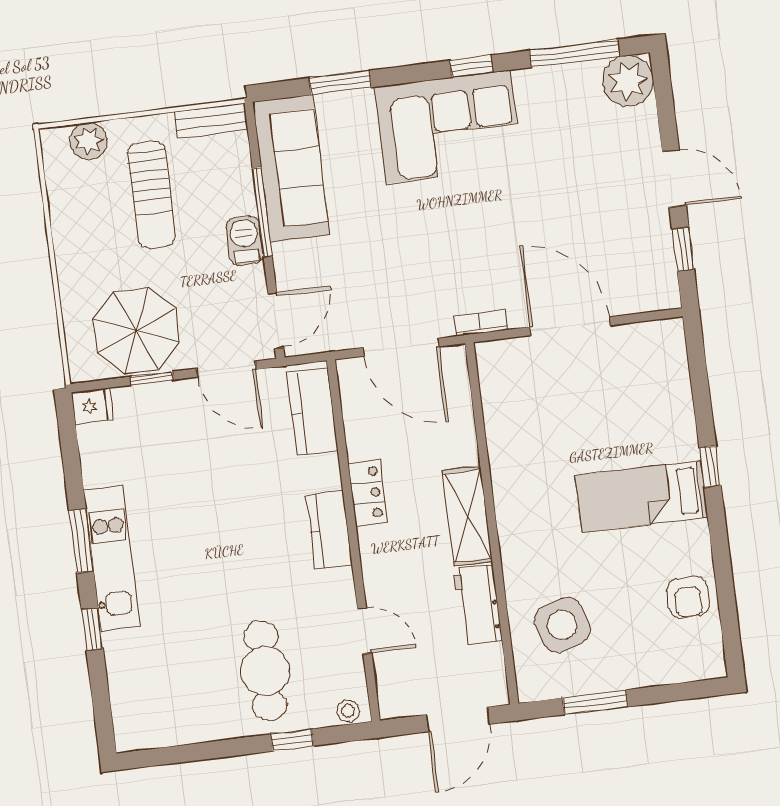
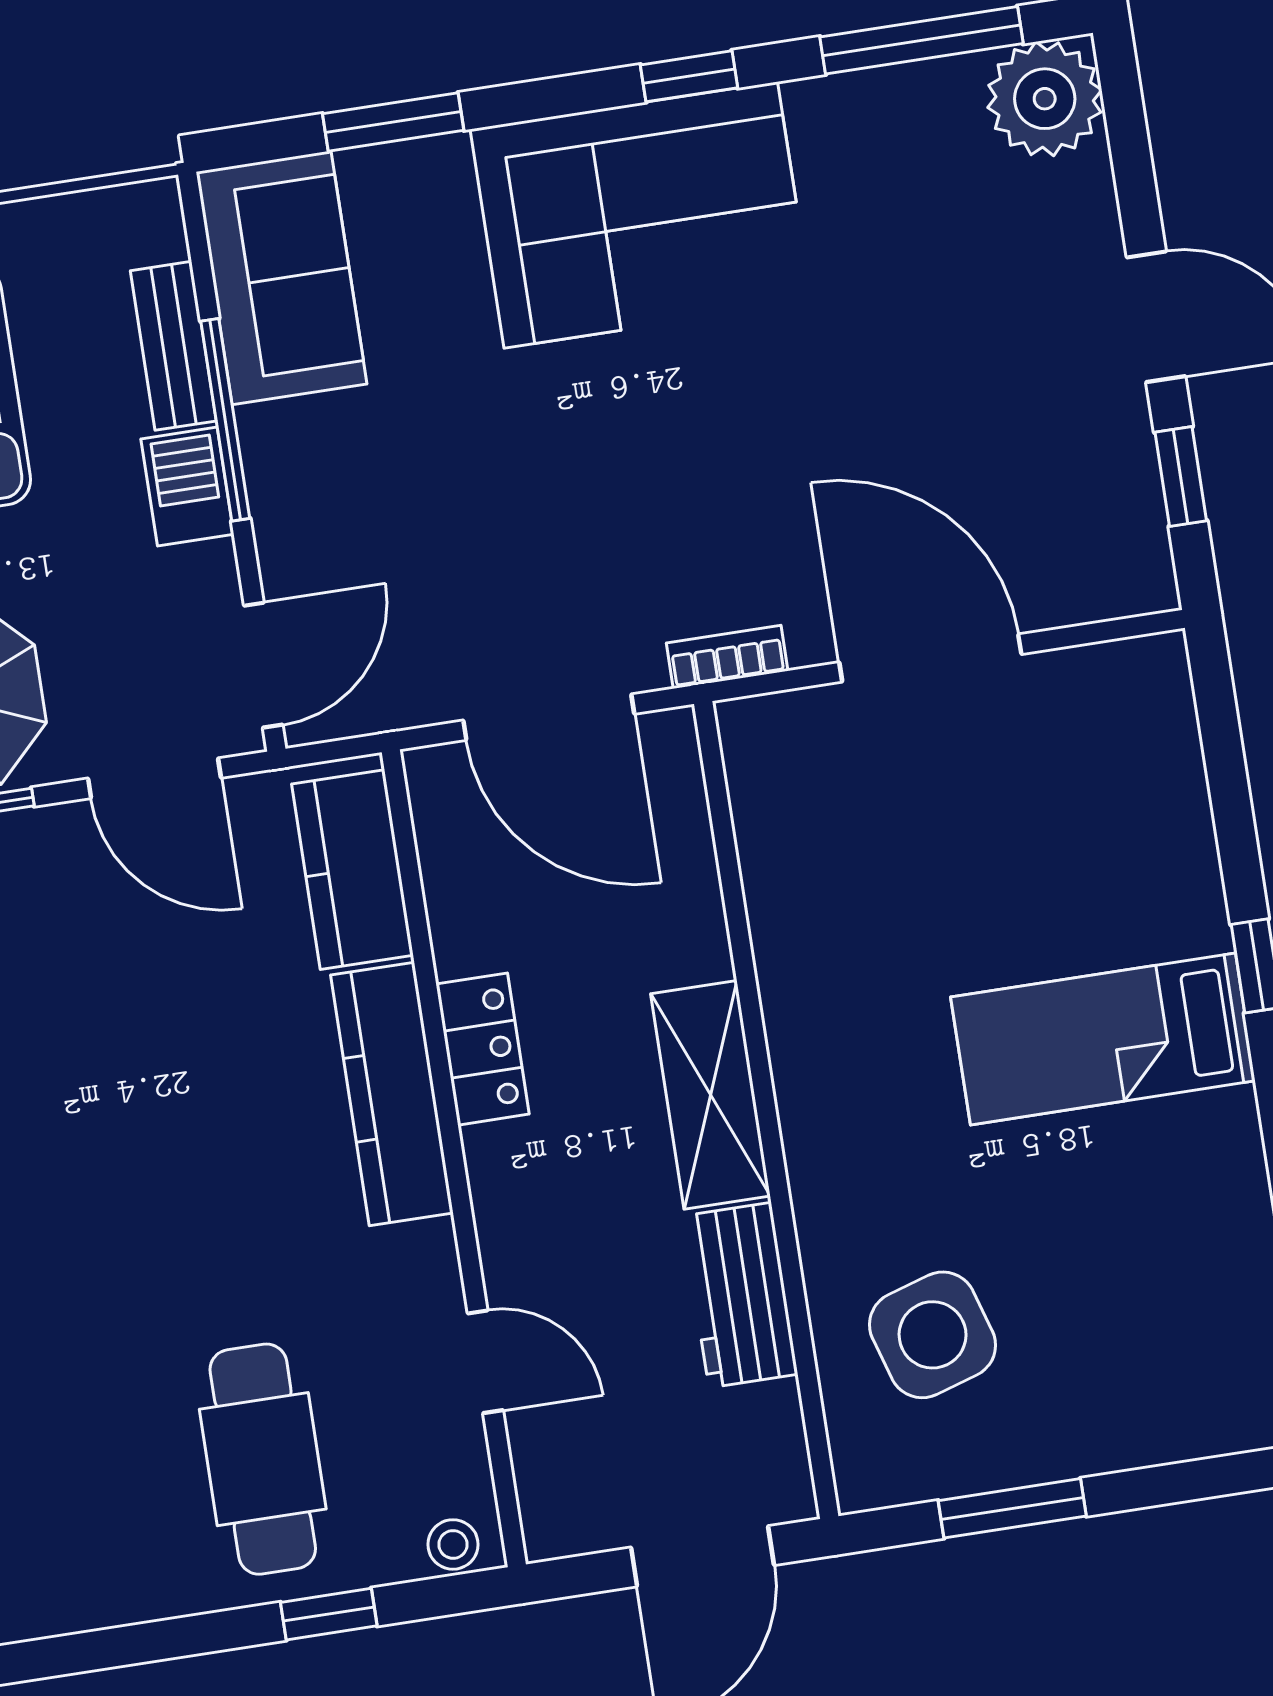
bench: (211, 121) -> (173, 346), moved, turned 90
sofa: (291, 168) -> (281, 278), width x0.73
kitchen counter: (329, 530) -> (392, 1094), width x1.50
armchair: (688, 597) -> (1215, 1264), removed

